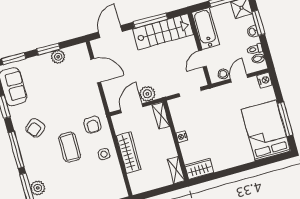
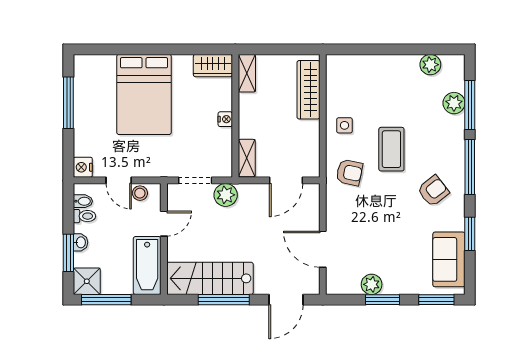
door: (239, 78) -> (119, 180), hinge flipped
plant: (147, 94) -> (226, 195), moved
armchair: (92, 125) -> (349, 172), turned 102
bed: (266, 130) -> (144, 94), moved
wardrobe: (129, 153) -> (308, 90), moved

